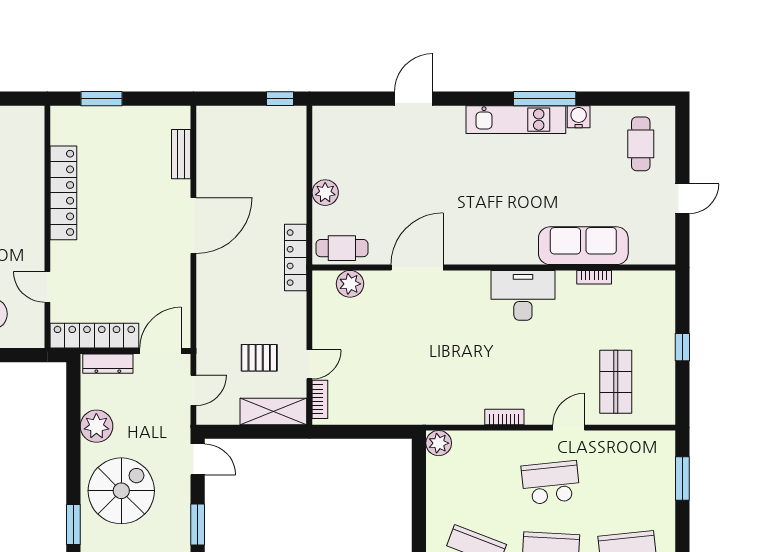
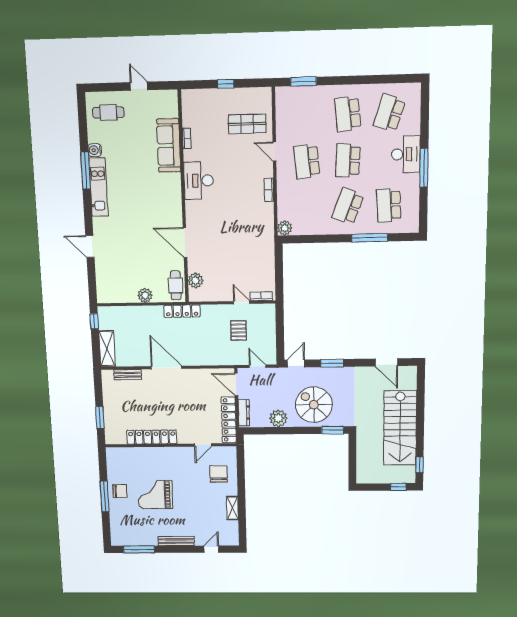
shelving: (273, 411) -> (107, 349), moved

